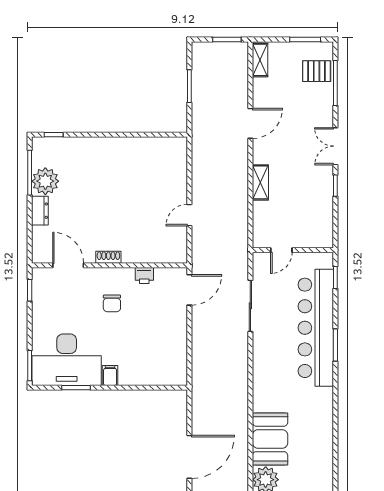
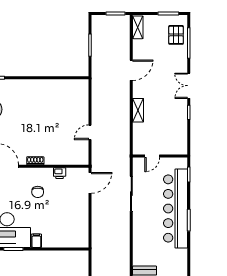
pallet: (317, 71) -> (176, 35), turned 90

